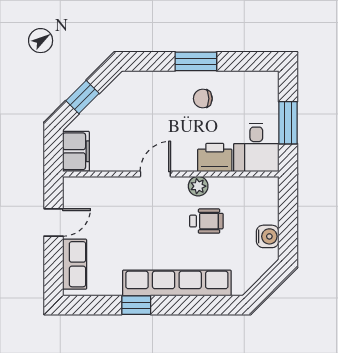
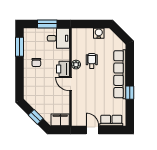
window: (196, 61) -> (20, 47), moved
printer: (215, 158) -> (63, 69), moved

